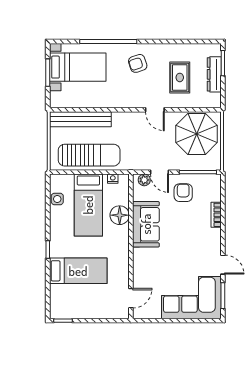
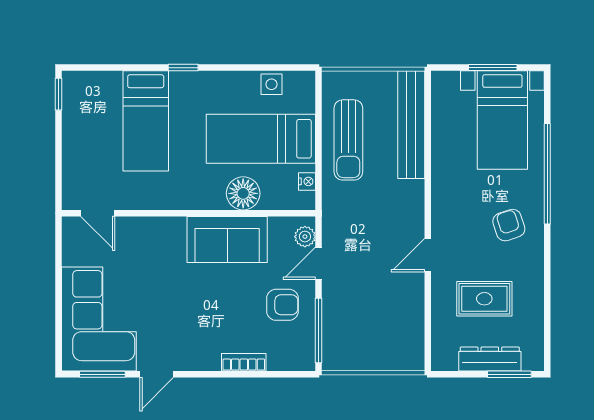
parasol: (197, 134) -> (385, 328), removed
sun lounger: (89, 155) -> (348, 140), width x0.73, depth x0.75

